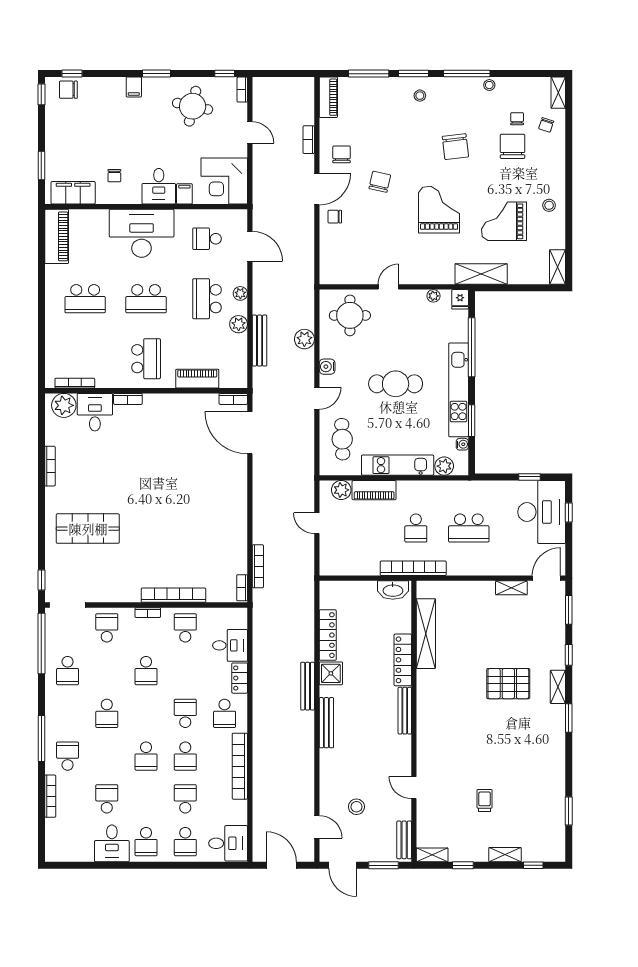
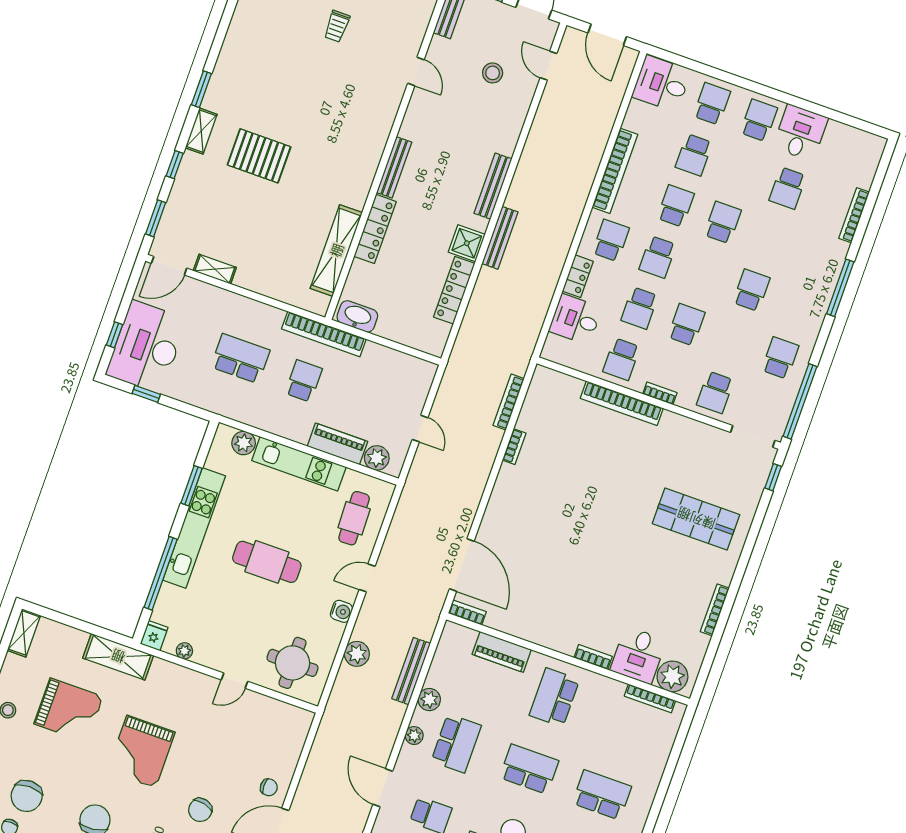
water cooler: (462, 444) -> (213, 461), removed
bookcase: (242, 588) -> (514, 447), moved
school desk: (68, 756) -> (640, 308), moved

